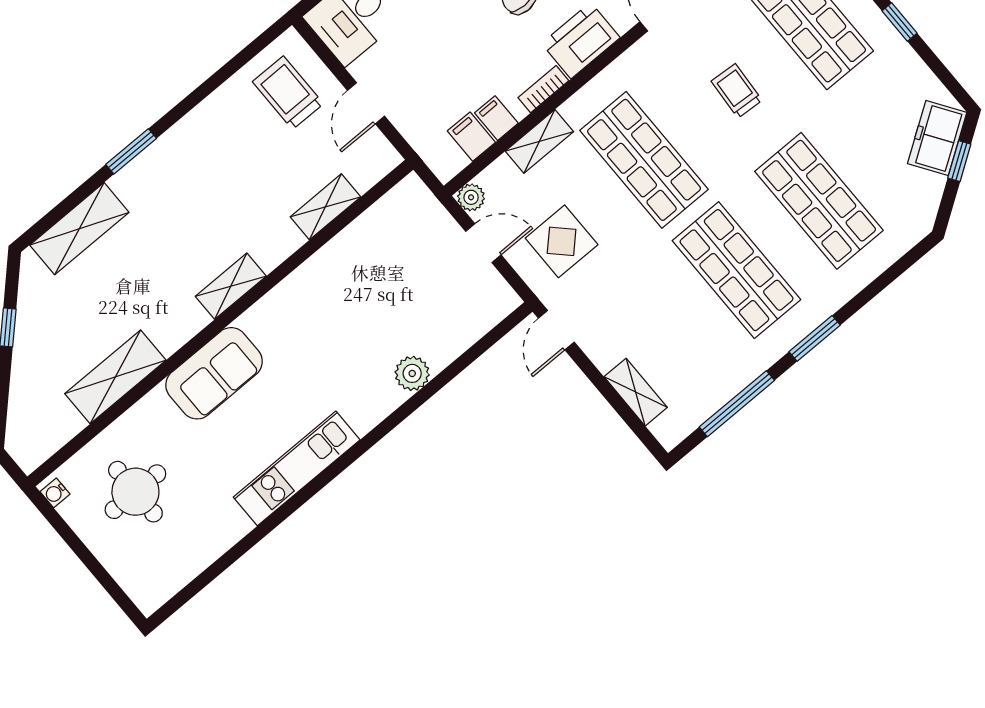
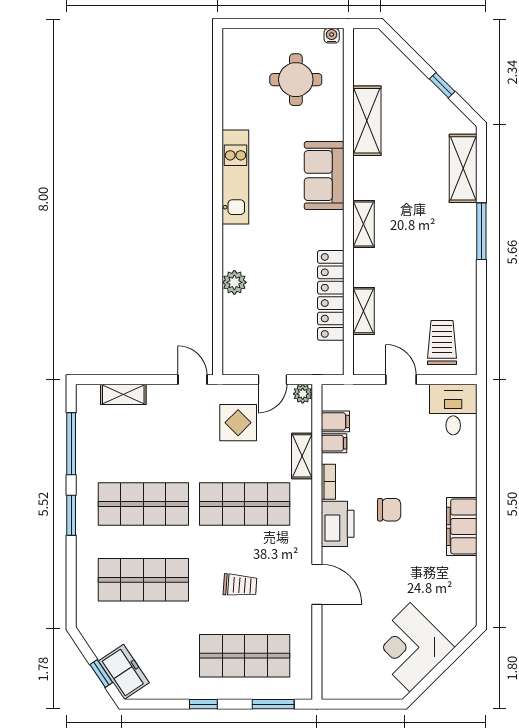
trolley: (288, 93) -> (442, 342), turned -90
window: (131, 151) -> (481, 231), width x1.44
locker: (338, 257) -> (331, 295), added

